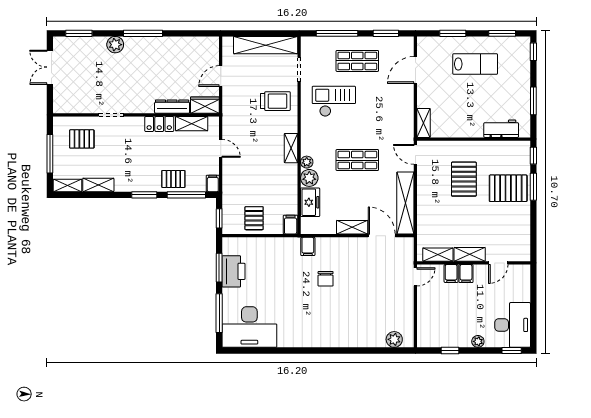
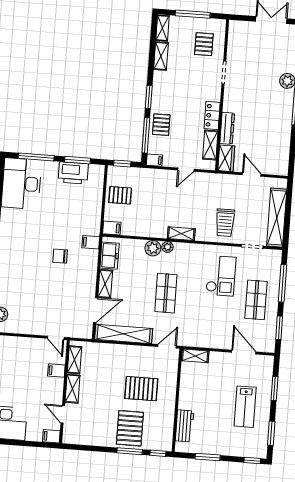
freezer: (310, 202) -> (110, 256), moved, turned -90
filing cabinet: (466, 274) -> (51, 436), moved

